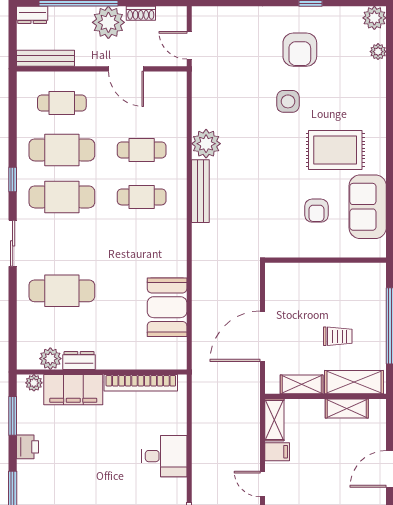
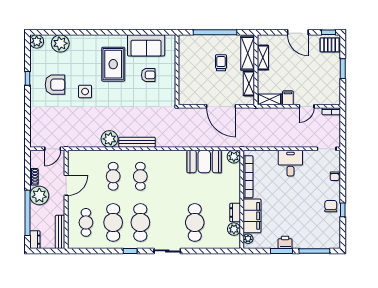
plant: (378, 52) -> (60, 43), width x1.88, depth x1.88
plant: (175, 358) -> (234, 157), added
window: (13, 416) -> (281, 251), moved

